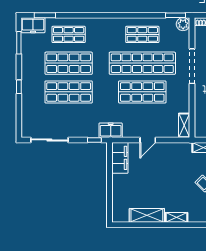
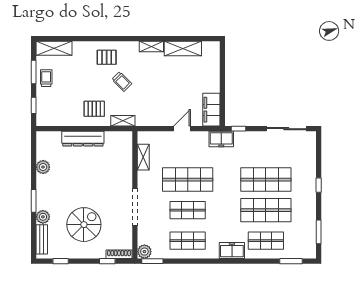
freezer: (33, 25) -> (232, 250), moved
shop shelf: (142, 63) -> (188, 210), width x0.50, depth x0.74
shelving: (184, 125) -> (143, 157), moved

